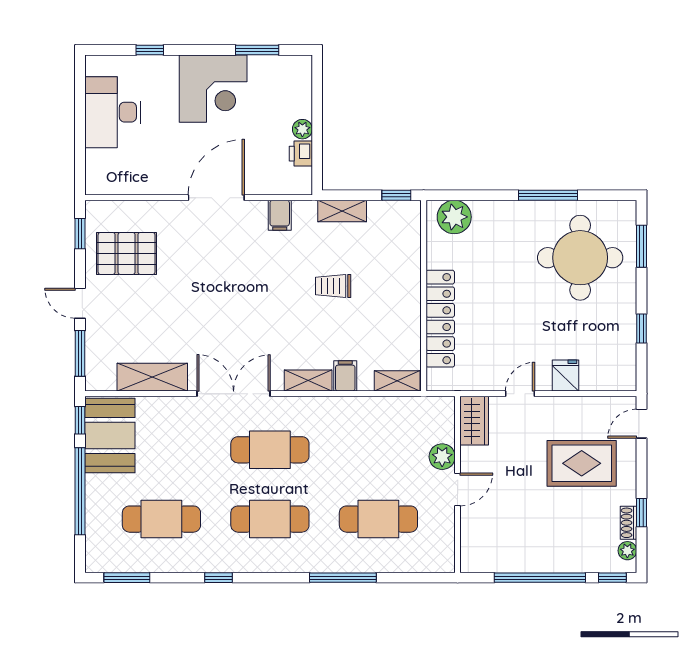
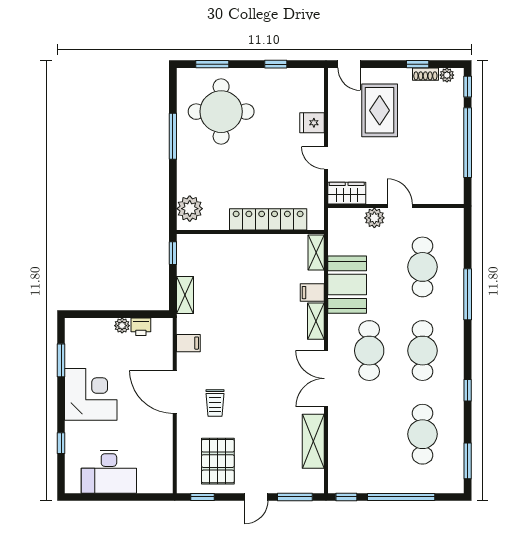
trolley: (333, 286) -> (215, 403), moved
booth: (110, 435) -> (347, 285), moved, turned 90

